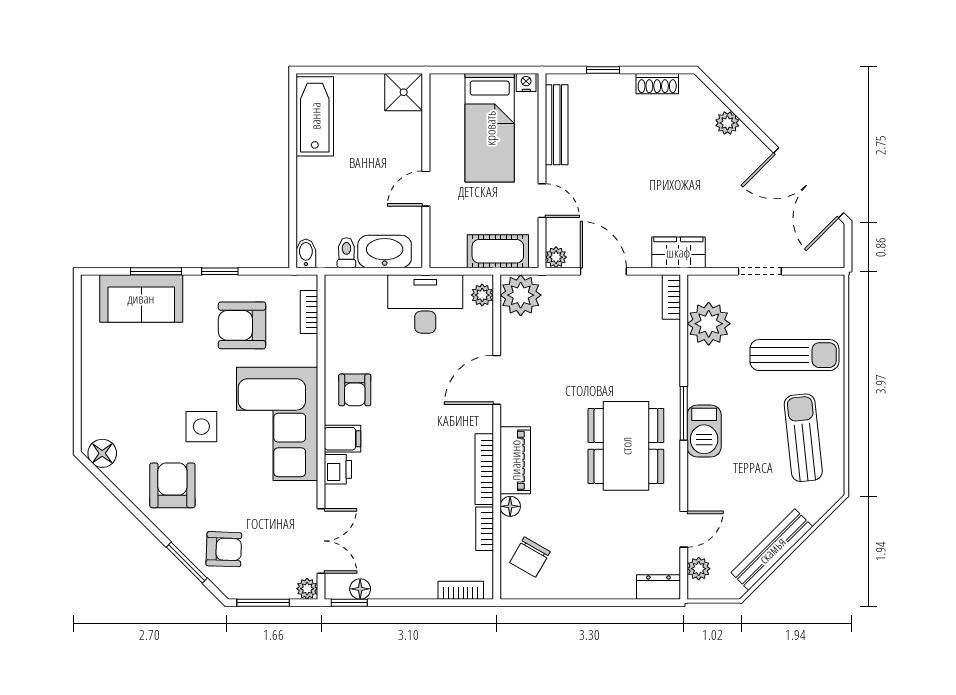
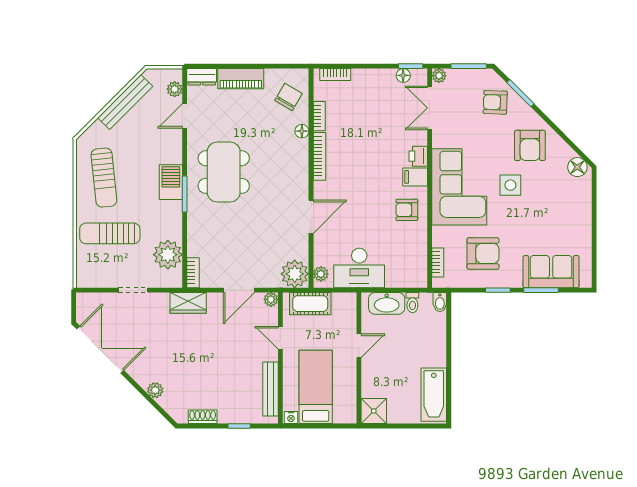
door: (603, 271) -> (239, 290), hinge flipped
armchair: (355, 390) -> (407, 210), turned -90
piano: (515, 460) -> (241, 79), moved, turned -90

